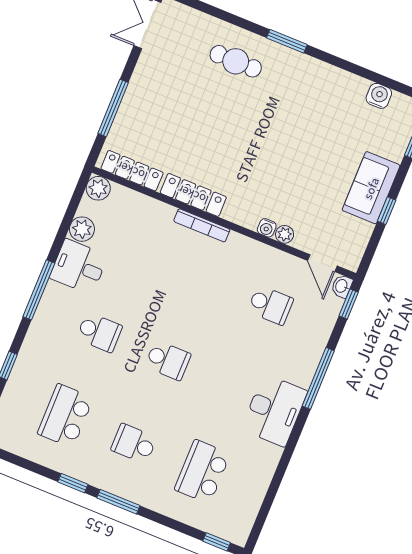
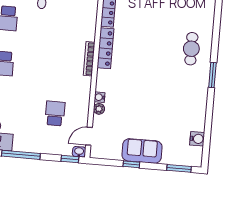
school desk: (270, 305) -> (55, 113), turned 180

